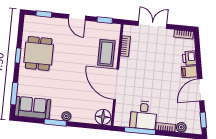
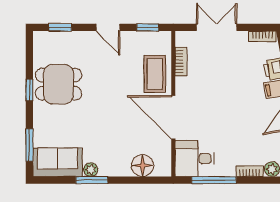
dining table: (39, 53) -> (58, 84), turned 90
desk: (143, 115) -> (195, 158), moved, turned 90
plant: (66, 116) -> (91, 170), moved
floor lamp: (103, 117) -> (143, 166), moved

